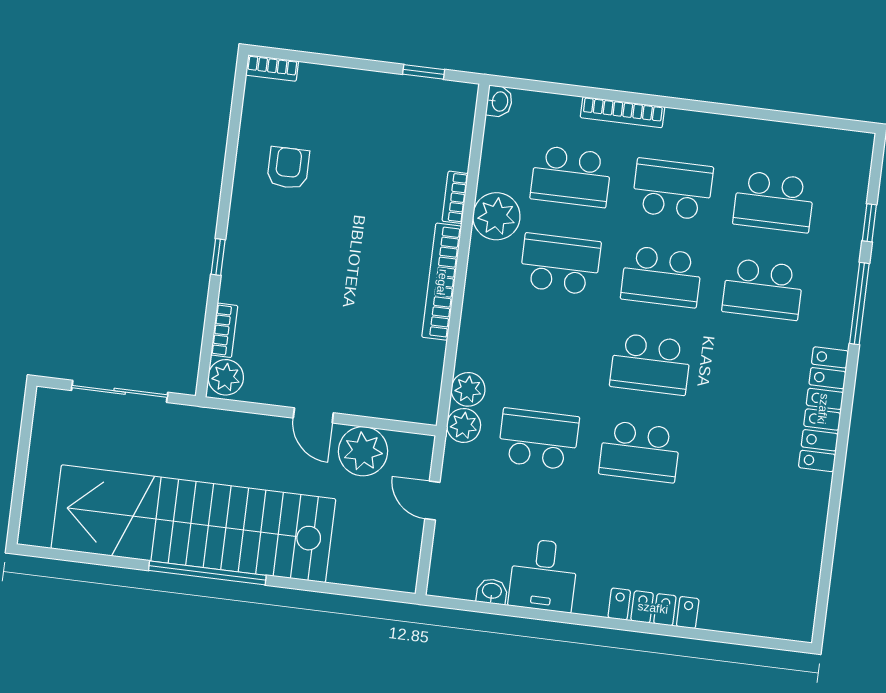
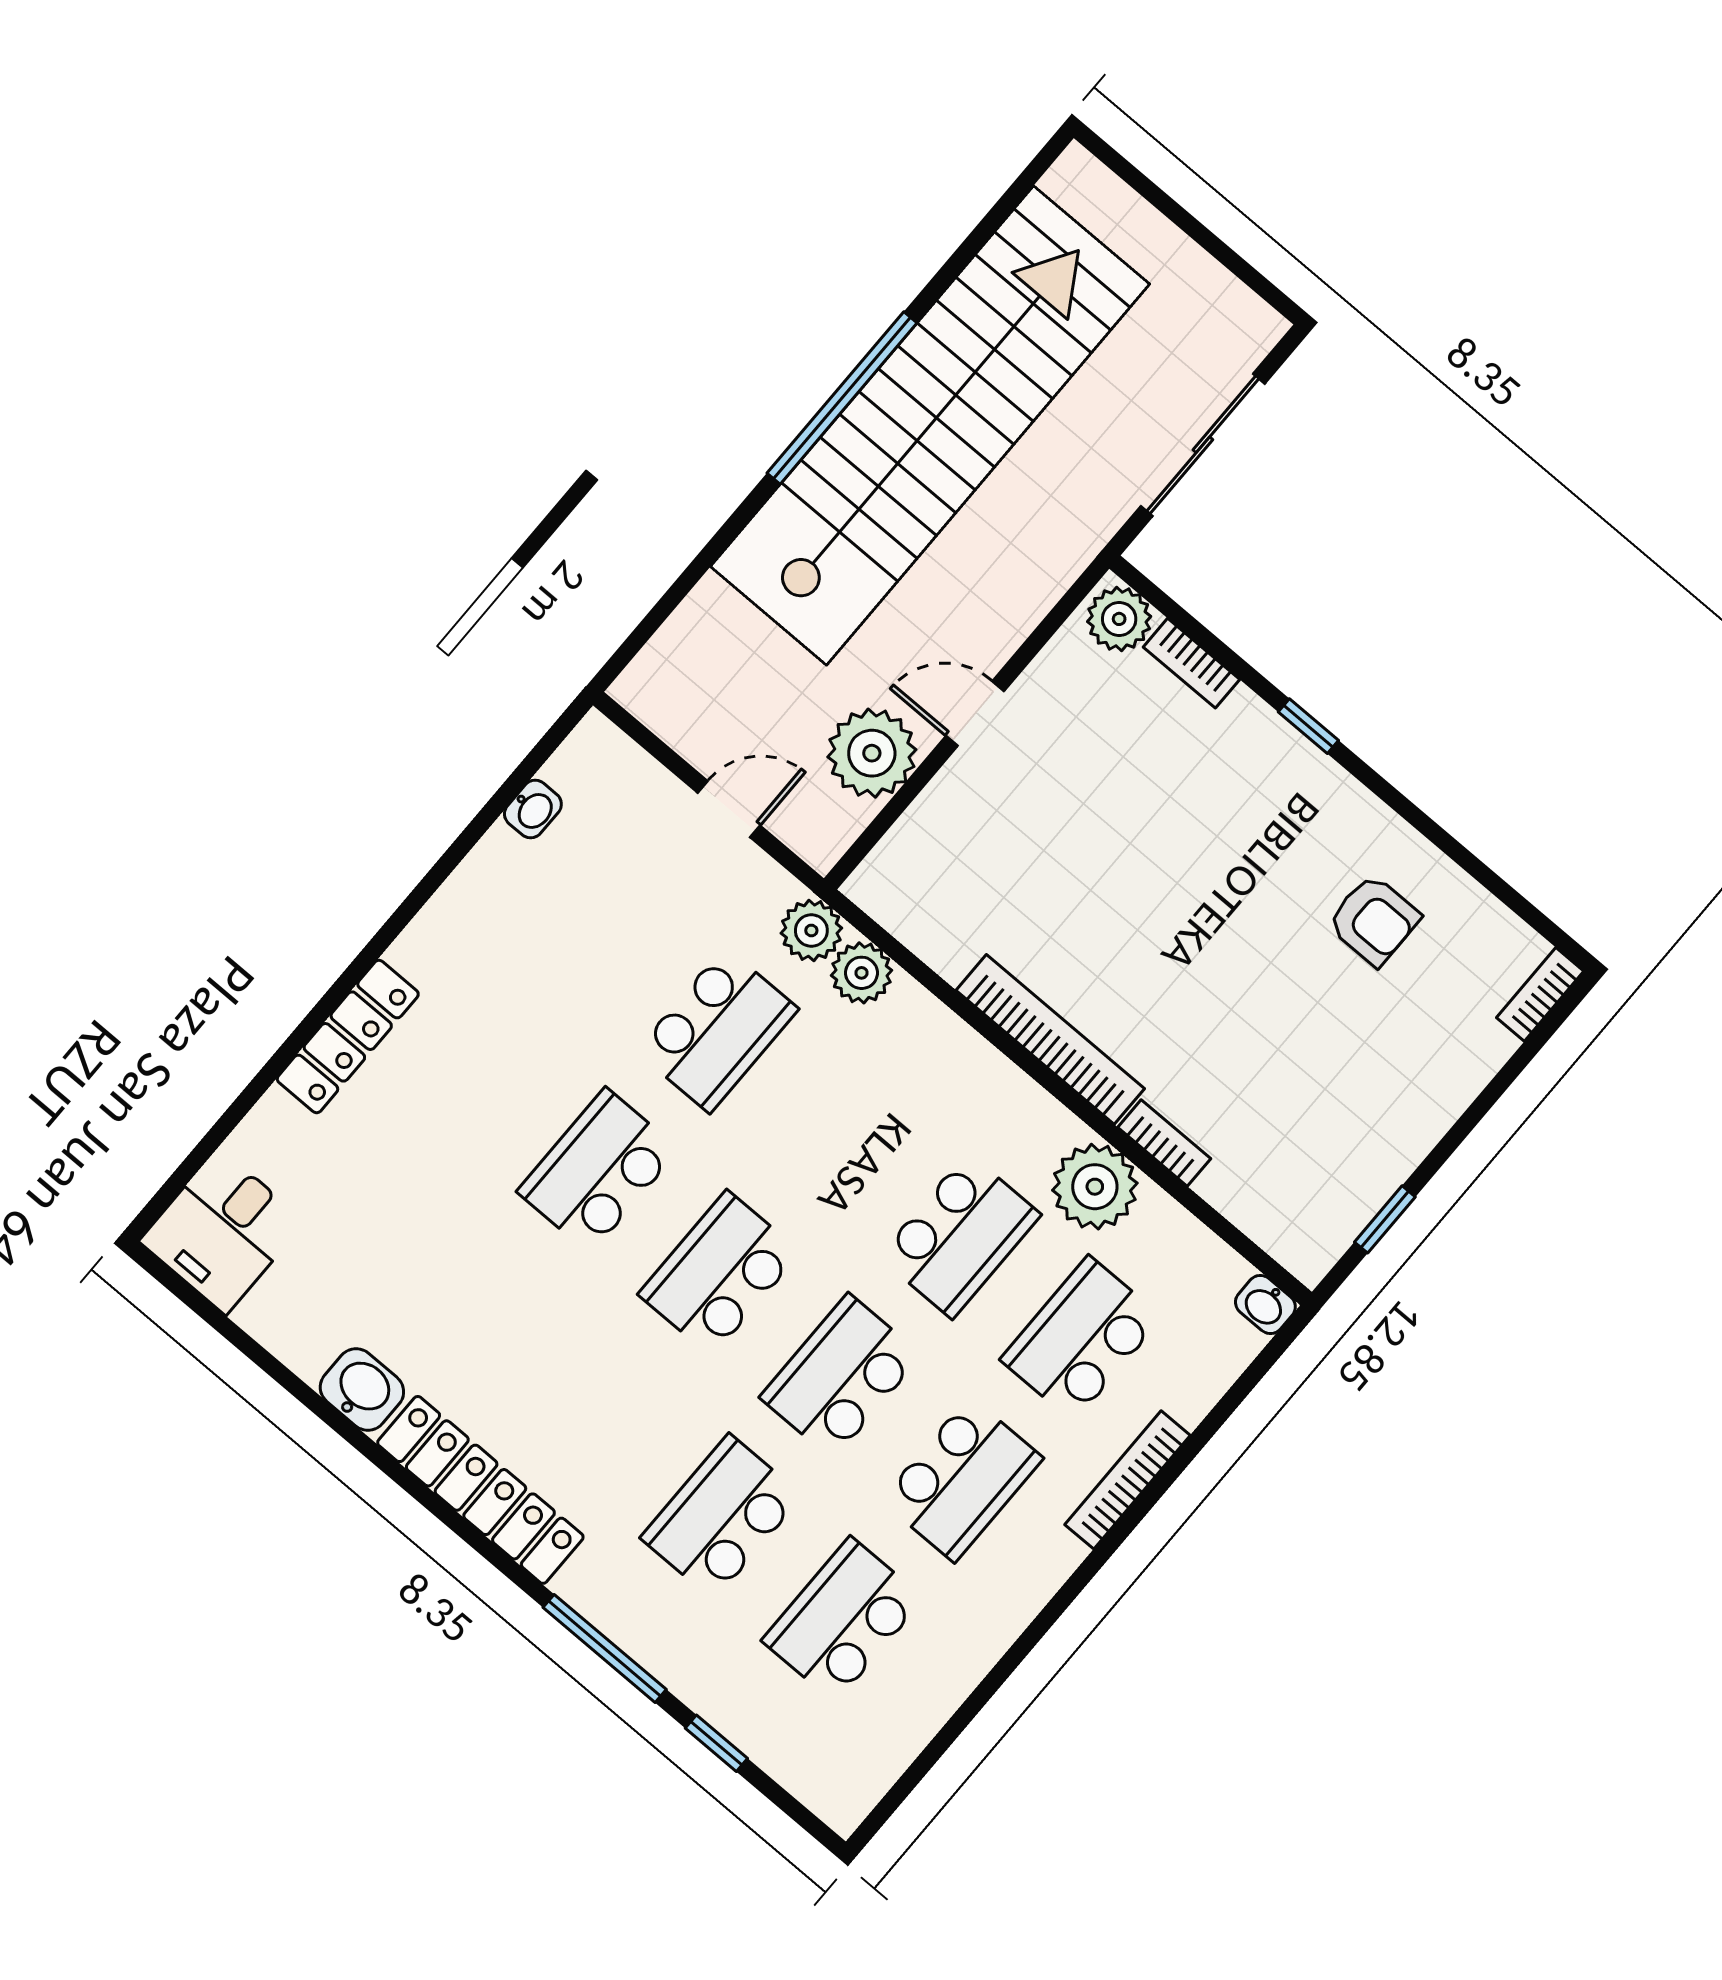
washbasin: (813, 495) -> (362, 1390), added
desk: (543, 575) -> (222, 1231), moved, turned -90

